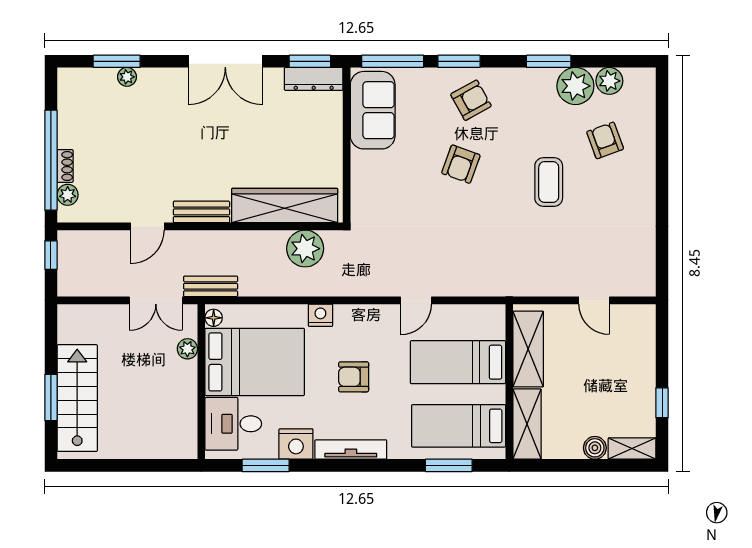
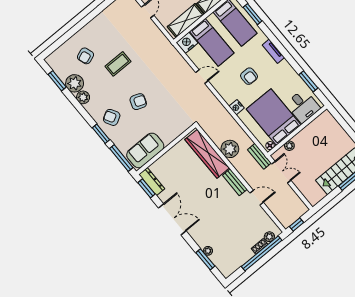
window: (549, 61) -> (57, 81), moved
plant: (609, 81) -> (83, 97), moved
plant: (305, 249) -> (230, 149), moved
nightstand: (296, 444) -> (187, 43), moved, turned -90
tv unit: (351, 450) -> (273, 51), width x0.71

